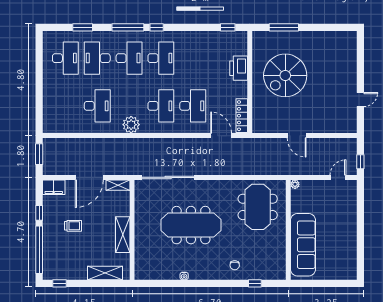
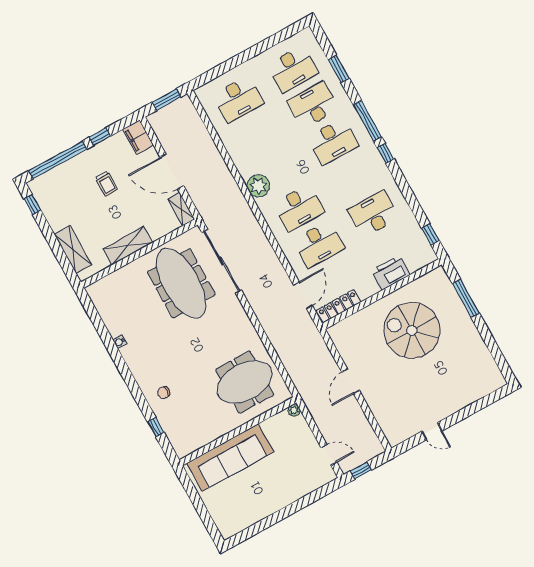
desk: (161, 58) -> (373, 214), moved, turned 180
desk: (97, 106) -> (238, 99), moved
meeting table: (191, 225) -> (181, 283), moved

